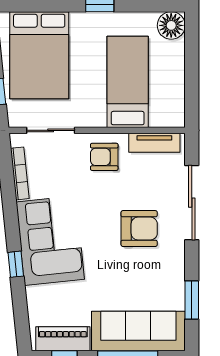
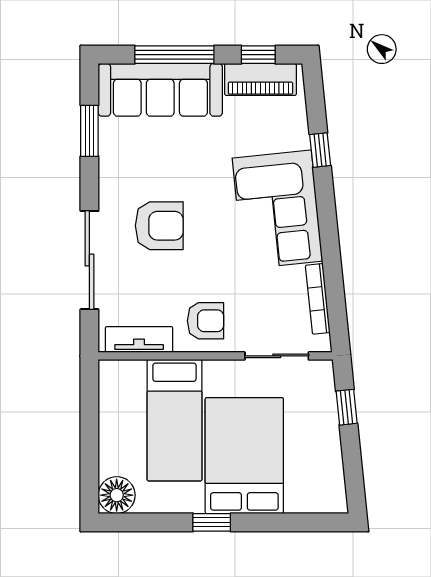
bed: (39, 55) -> (244, 456), moved
armchair: (139, 229) -> (159, 226), turned 180
window: (16, 264) -> (320, 150), moved

